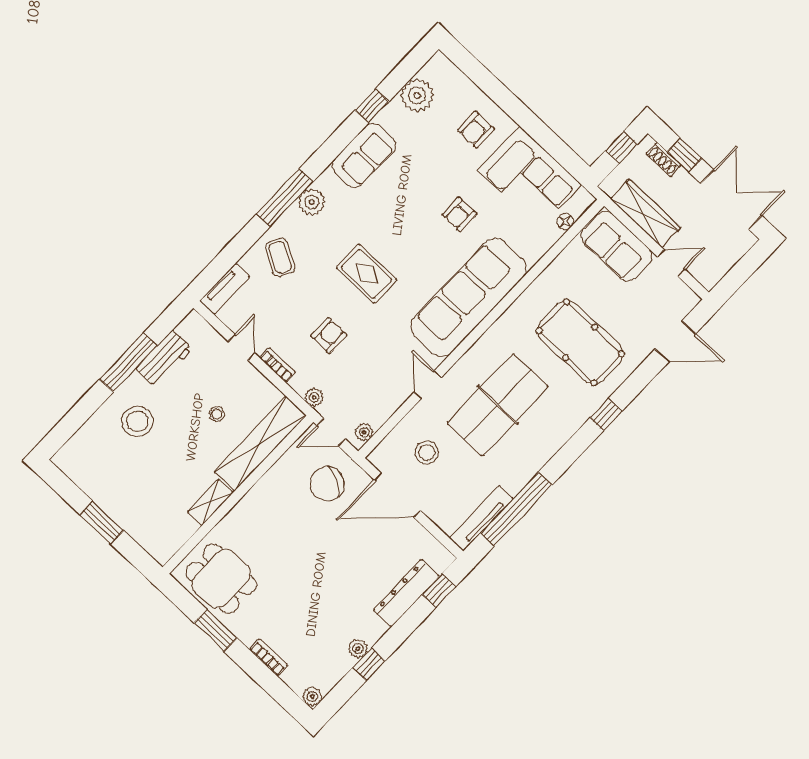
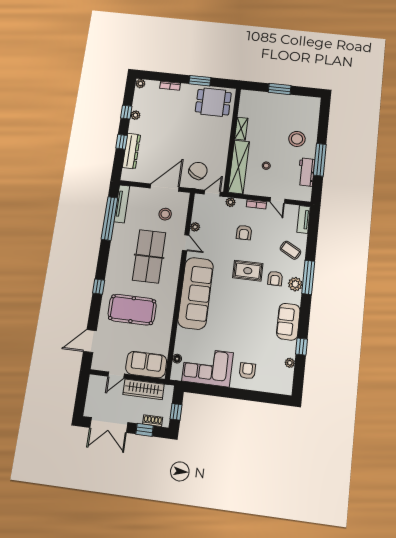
plant: (417, 95) -> (290, 363), width x0.53, depth x0.53
armchair: (460, 214) -> (275, 278), moved, turned 180
plant: (364, 432) -> (195, 227), moved
window: (439, 590) -> (122, 142), moved

